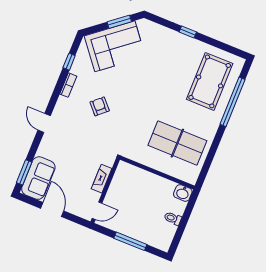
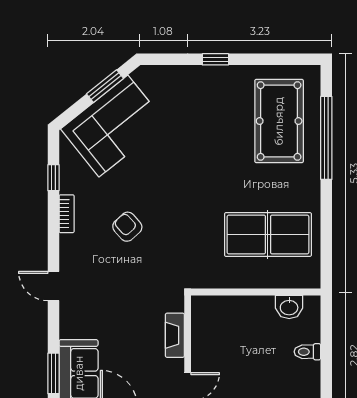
washbasin: (183, 193) -> (289, 307), moved

